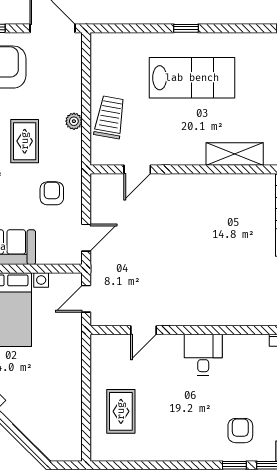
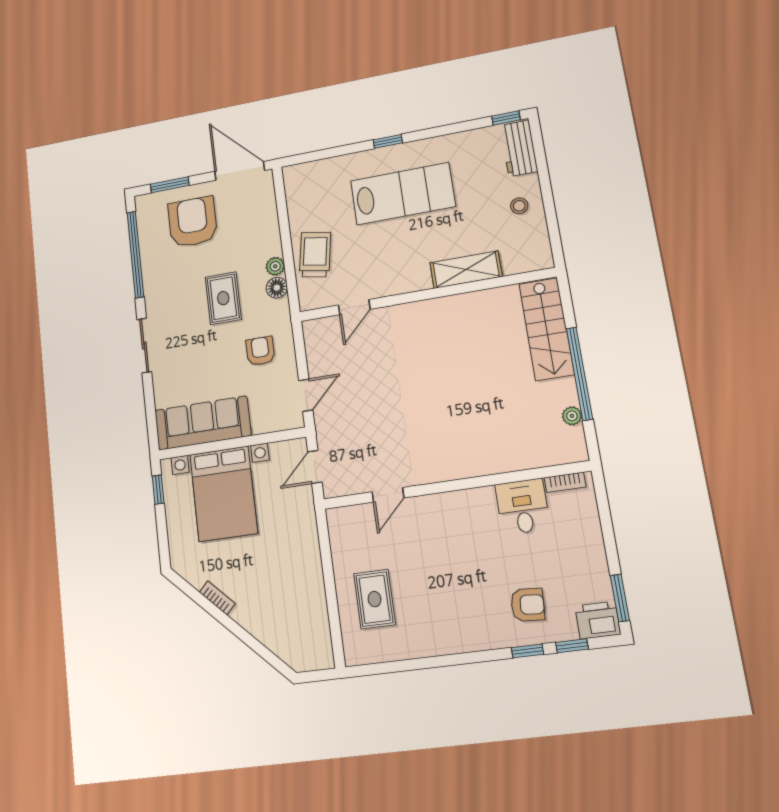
floor lamp: (73, 140) -> (277, 288), added
desk: (203, 355) -> (523, 507), moved
armchair: (240, 431) -> (528, 605), turned 94

